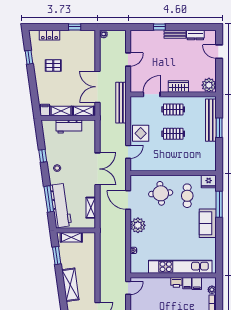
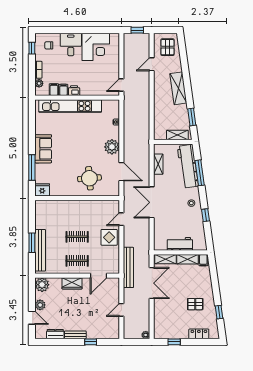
plant: (211, 65) -> (40, 305), added
cafe table: (187, 196) -> (63, 176), removed

